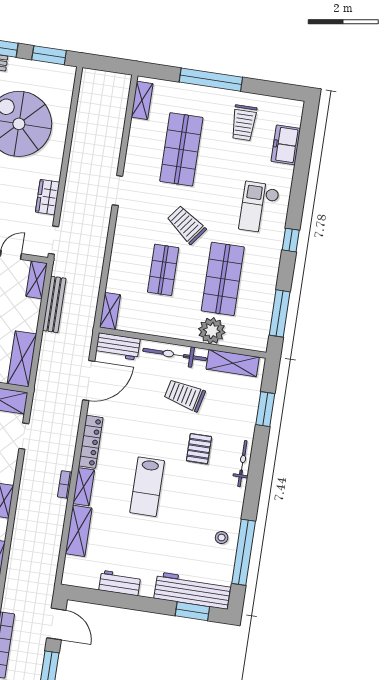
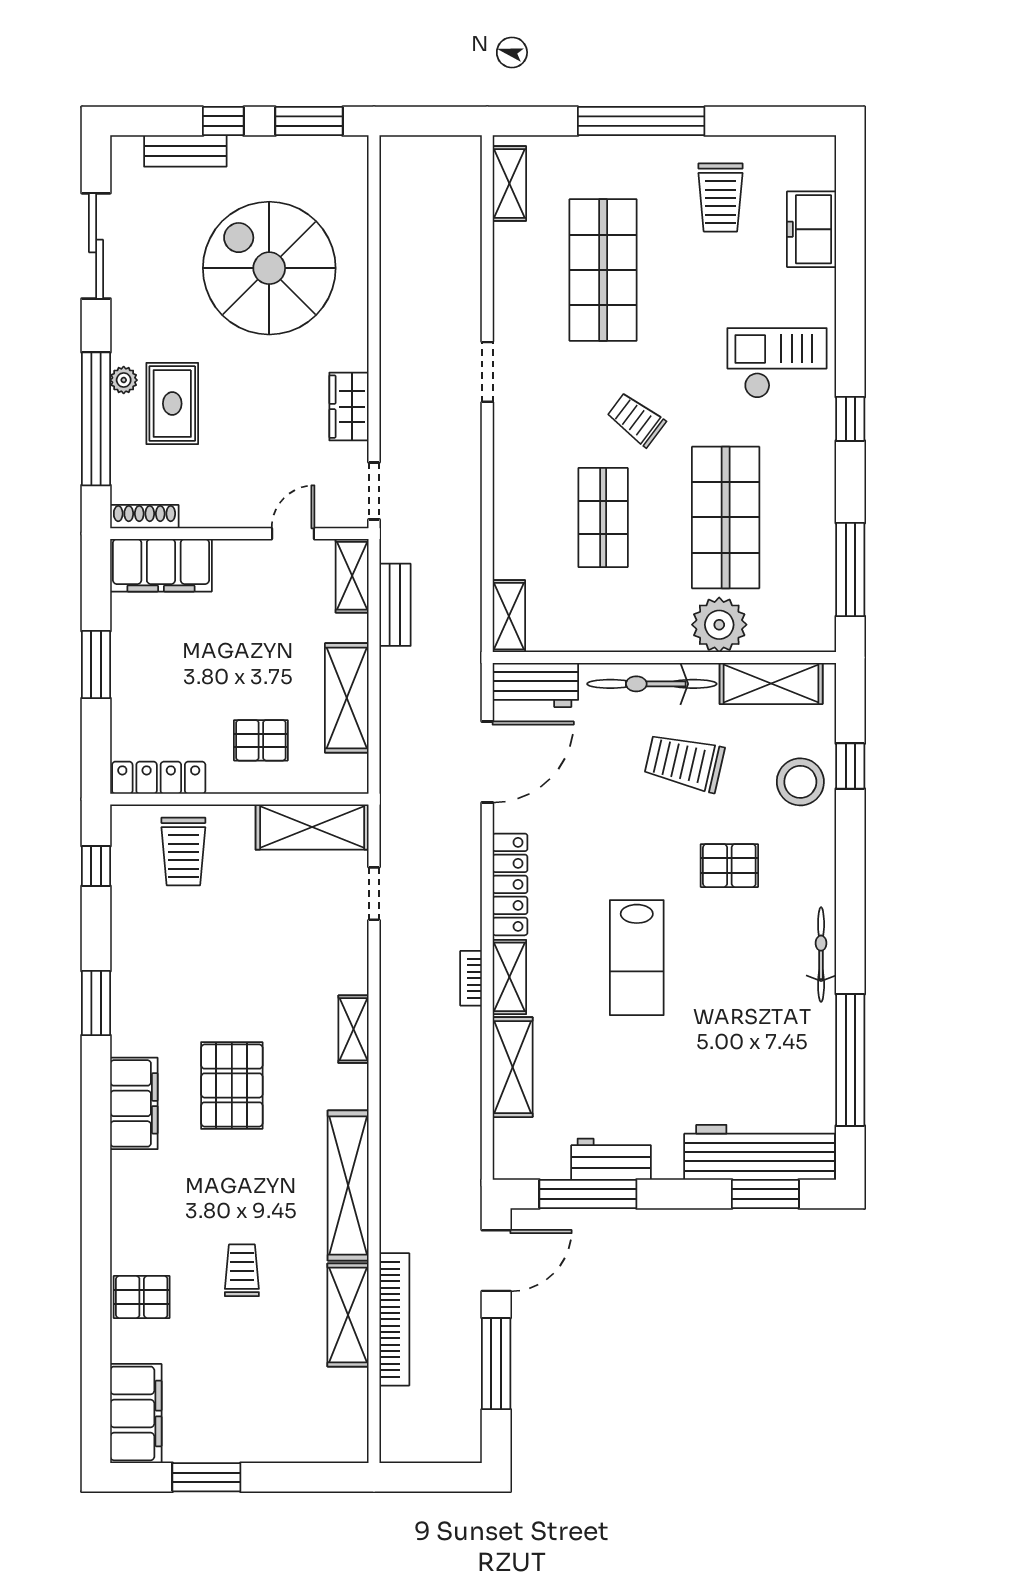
checkout: (259, 207) -> (777, 363), turned 90
trolley: (186, 225) -> (636, 420), width x0.73, depth x0.72
bench: (54, 304) -> (395, 605), width x0.73
shelving: (22, 359) -> (347, 698), moved
window: (265, 409) -> (850, 766), width x0.67
pallet: (199, 449) -> (729, 866), turned 90
bicycle: (242, 464) -> (821, 955), moved
stool: (222, 538) -> (800, 782), moved, width x1.89, depth x1.89
window: (106, 598) -> (588, 1194), added
door: (56, 624) -> (496, 1261), hinge flipped

